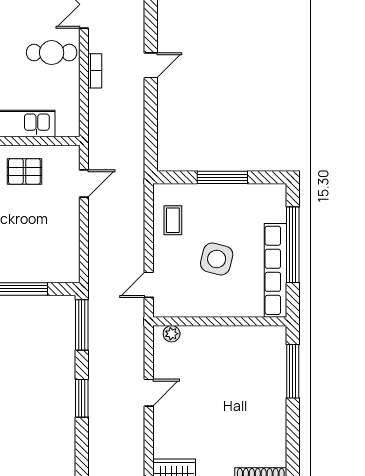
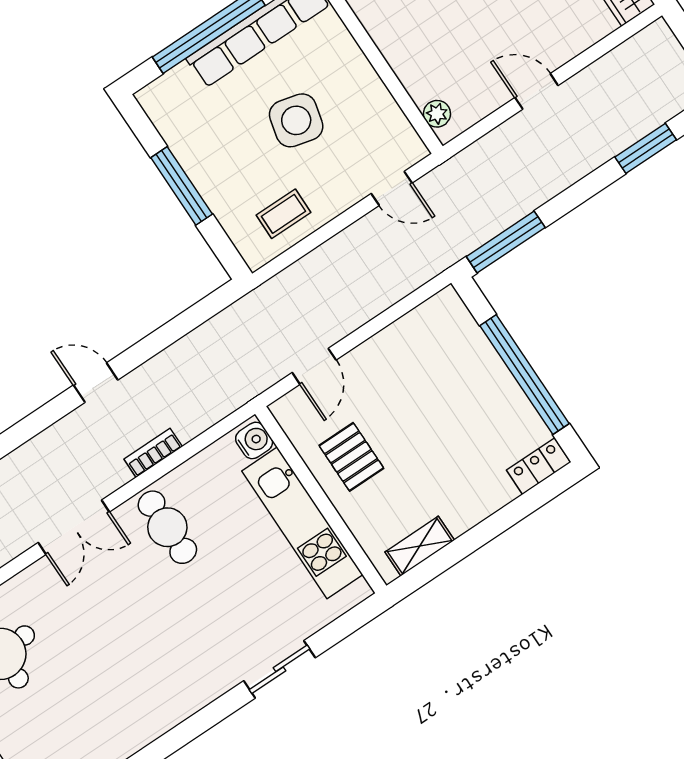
water cooler: (66, 127) -> (254, 440), added
door: (84, 183) -> (314, 366), swing flipped
window: (82, 398) -> (646, 148), moved

